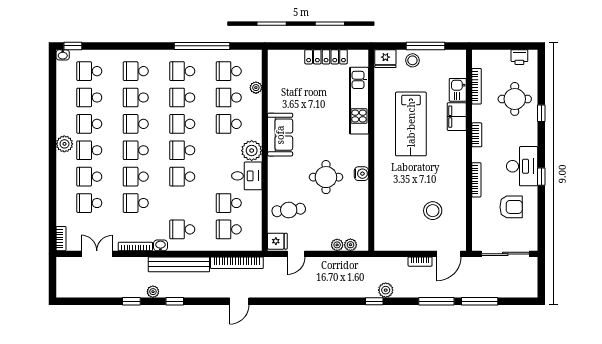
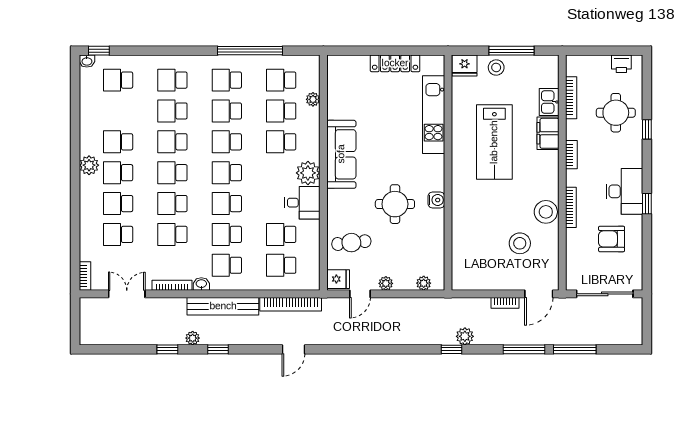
school desk: (89, 98) -> (227, 234), moved
sofa: (280, 135) -> (341, 154), width x1.36
stool: (455, 184) -> (546, 212), added
armchair: (511, 207) -> (612, 239), turned 180
plant: (337, 245) -> (386, 283), moved

